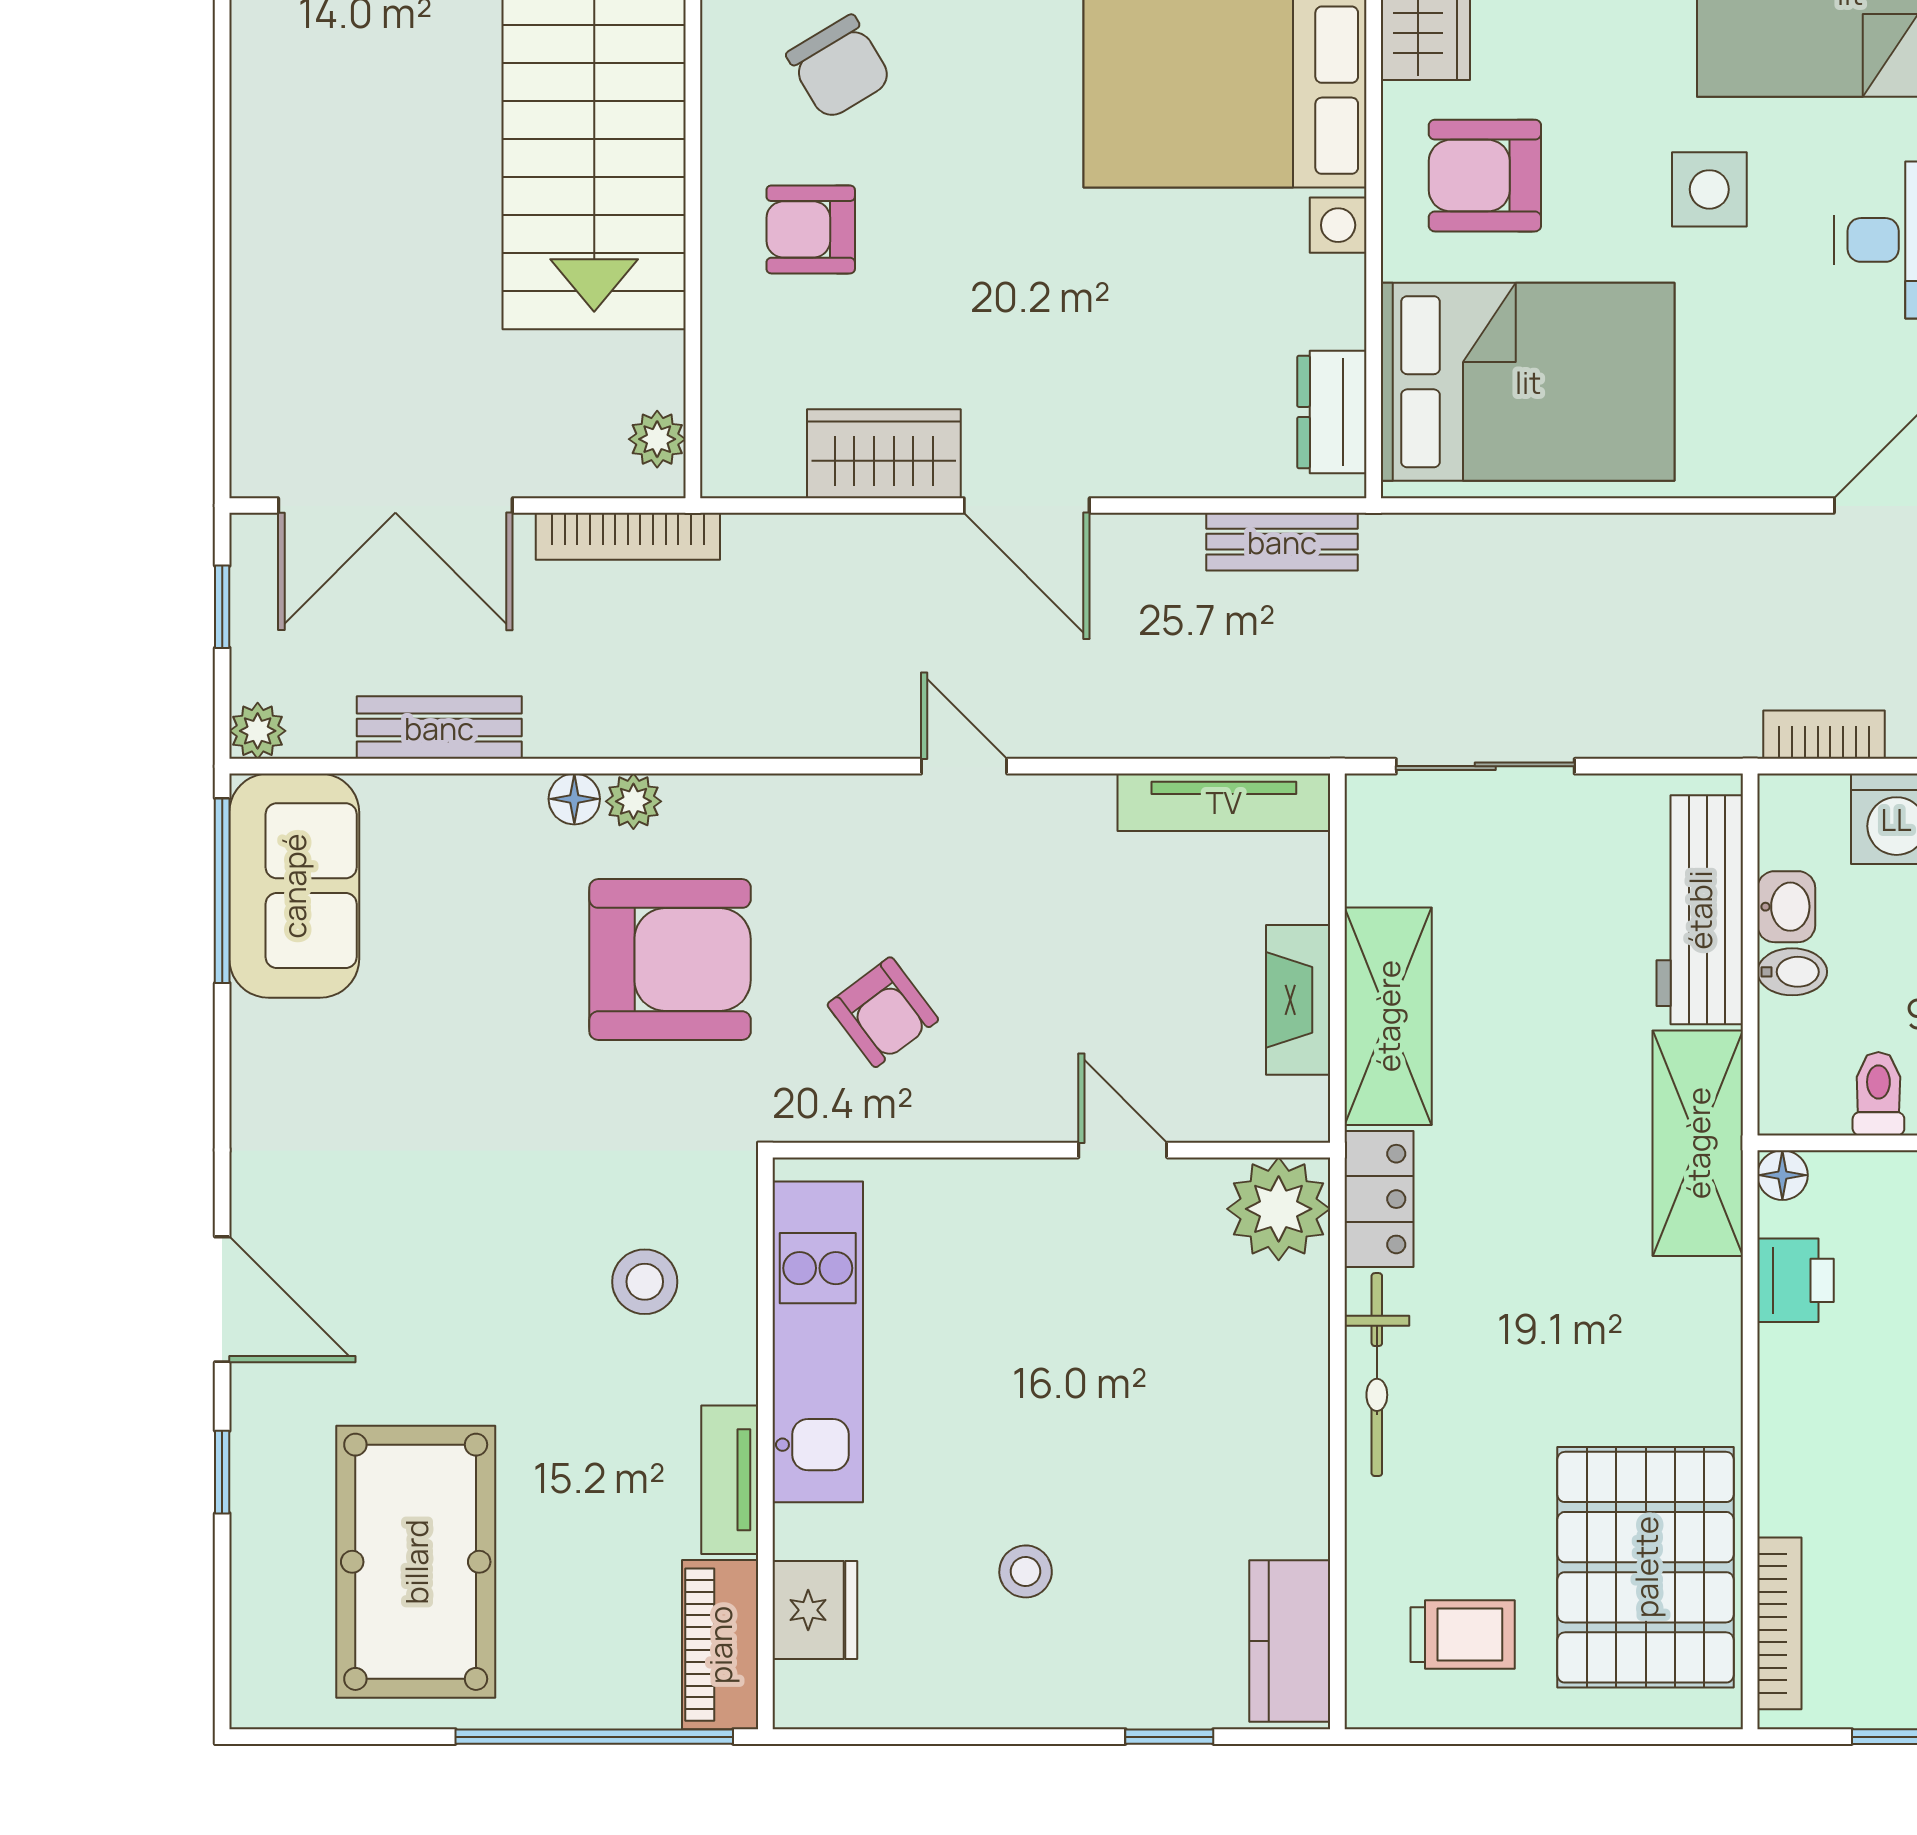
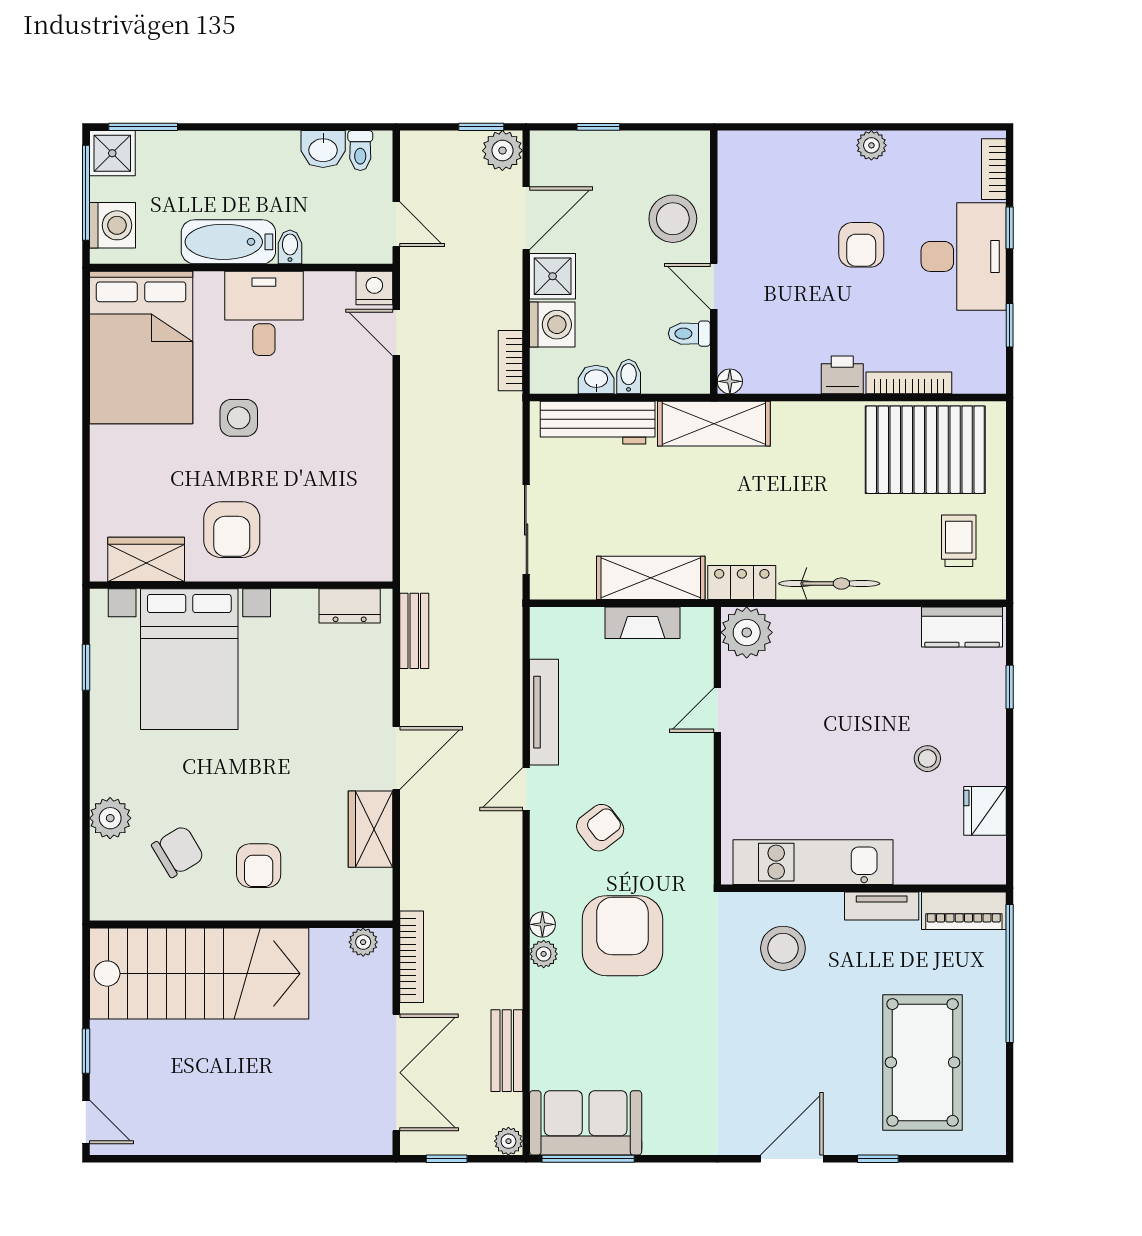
bed: (1528, 382) -> (335, 508), removed
floor lamp: (574, 799) -> (542, 924), moved
tv unit: (1224, 802) -> (544, 712), moved
armchair: (883, 1012) -> (600, 828), moved
printer: (1795, 1280) -> (842, 375), moved
stool: (645, 1282) -> (783, 948), width x1.38, depth x1.38
pool table: (416, 1562) -> (923, 1062), turned 90
fridge: (815, 1610) -> (985, 811), moved, turned -90
bookcase: (1779, 1623) -> (909, 383), moved

